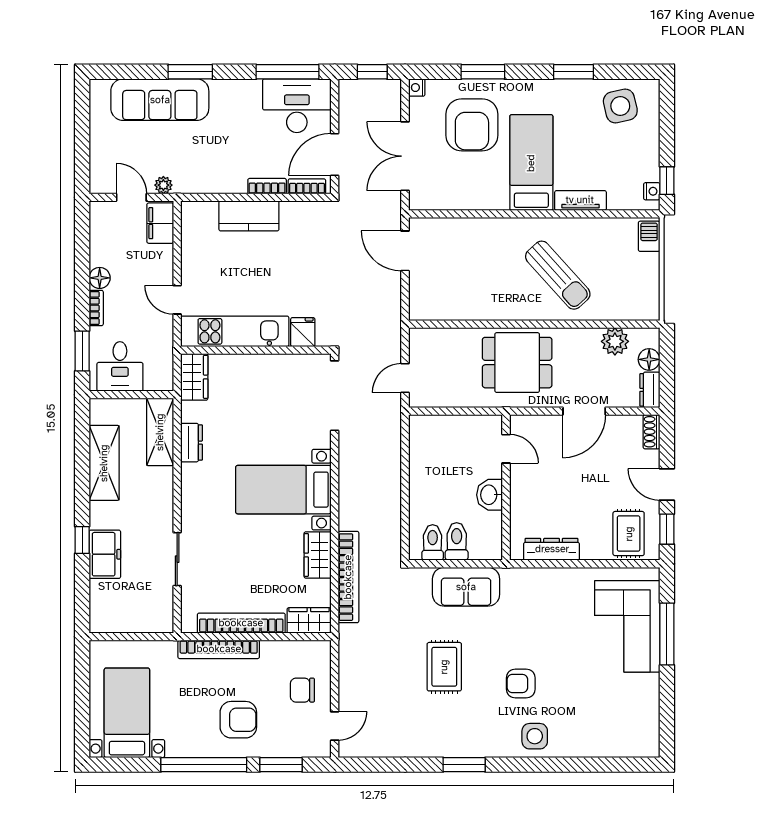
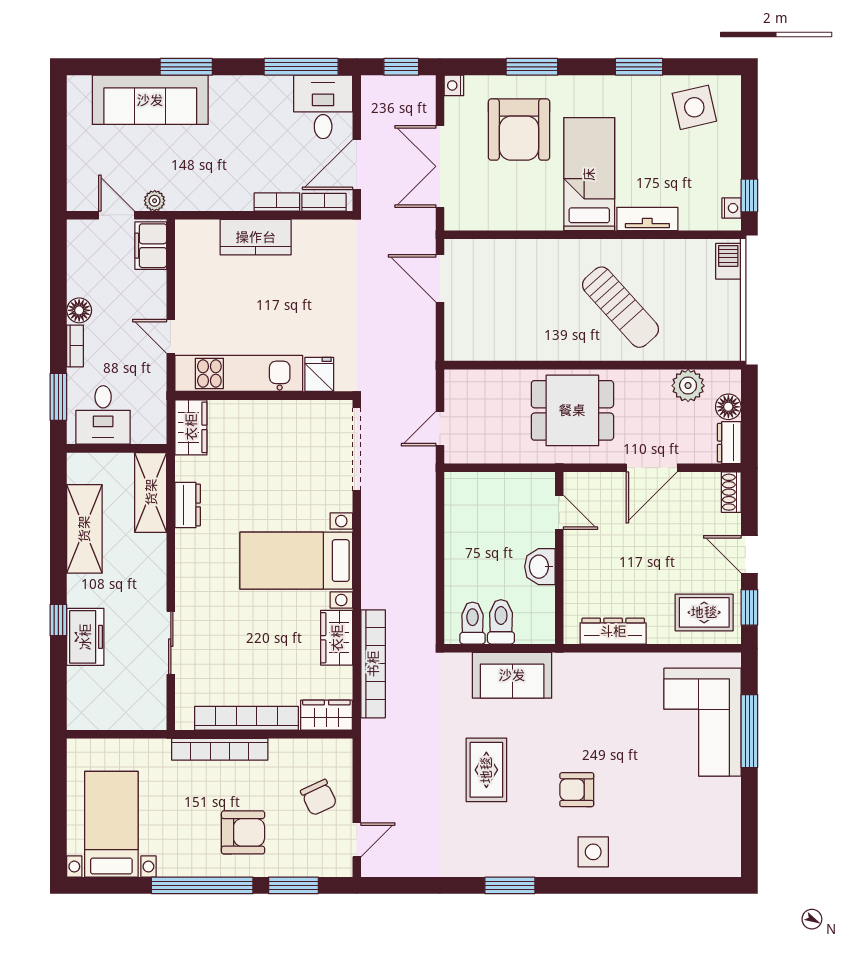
desk: (297, 106) -> (323, 107), width x0.73
rug: (629, 534) -> (704, 612), turned 90
chair: (302, 690) -> (319, 797), turned -115

